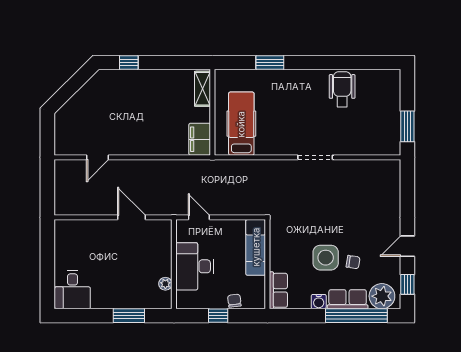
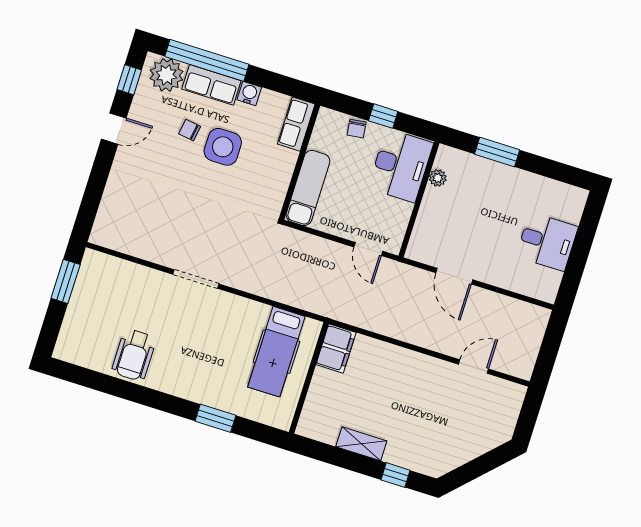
shelving: (202, 89) -> (361, 444), moved, turned 90
desk: (195, 266) -> (401, 166), moved
desk: (72, 290) -> (547, 242), moved, turned 90

